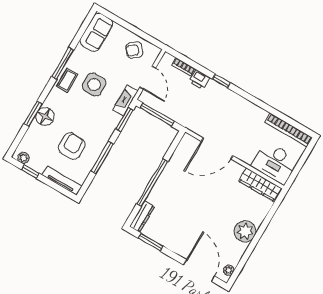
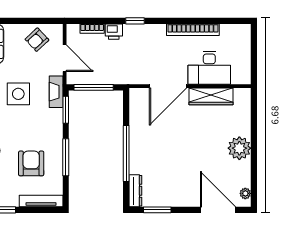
bookcase: (289, 130) -> (193, 30), moved
desk: (275, 163) -> (209, 68), moved
wardrobe: (260, 185) -> (211, 96), moved

